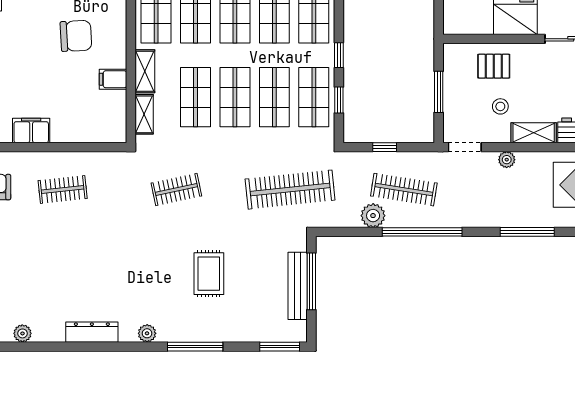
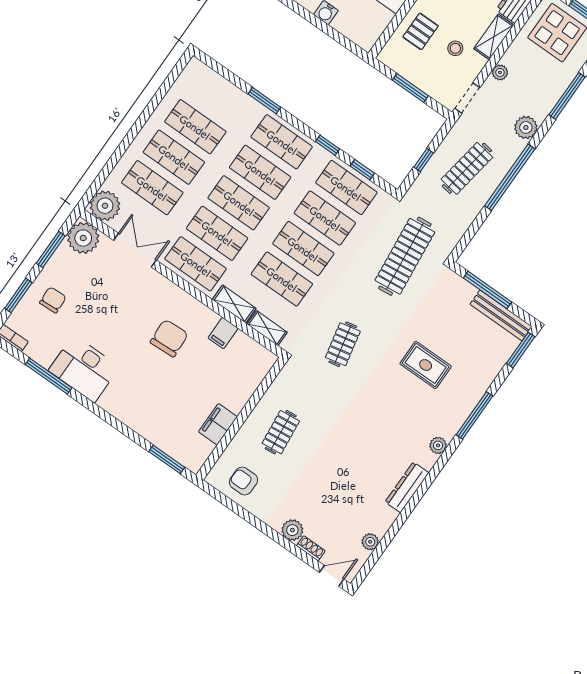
plant: (373, 216) -> (526, 127), moved
bench: (298, 286) -> (501, 315), moved

